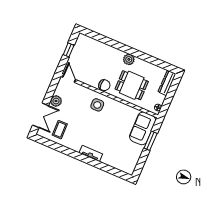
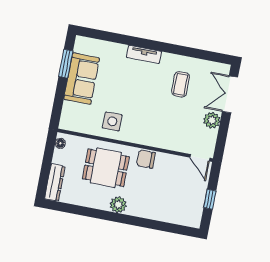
side table: (97, 105) -> (112, 121), moved
sofa: (143, 128) -> (82, 79), moved
coffee table: (60, 130) -> (181, 84), moved
window: (151, 141) -> (66, 64), moved

